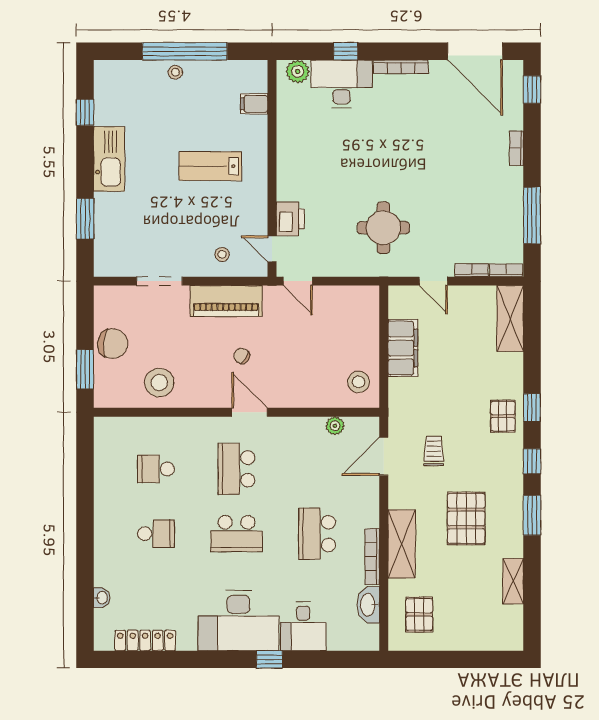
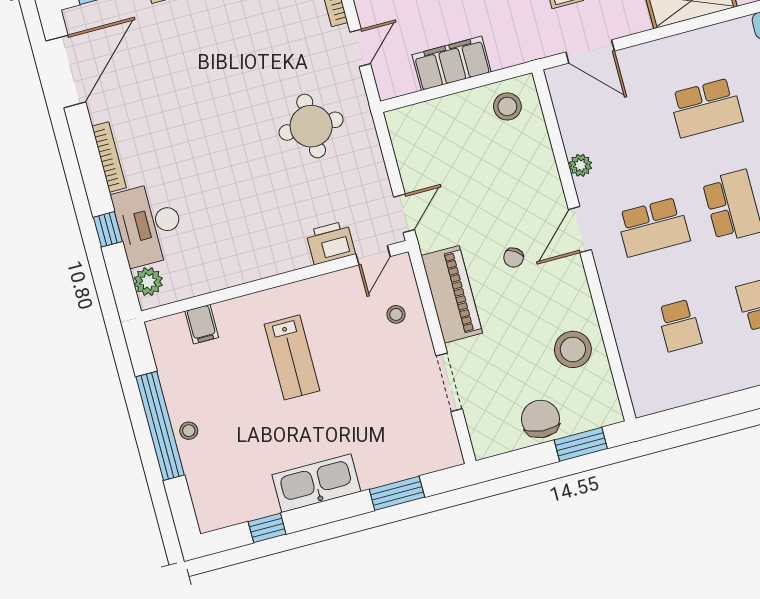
plant: (335, 426) -> (580, 165), moved
bookcase: (372, 557) -> (716, 33), removed

